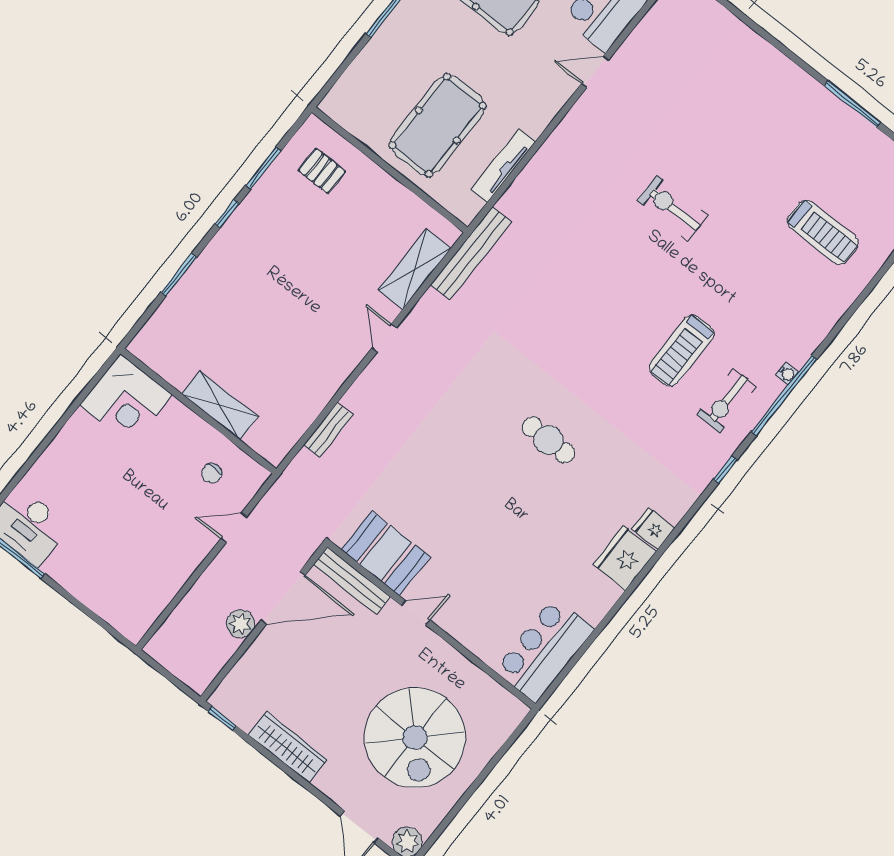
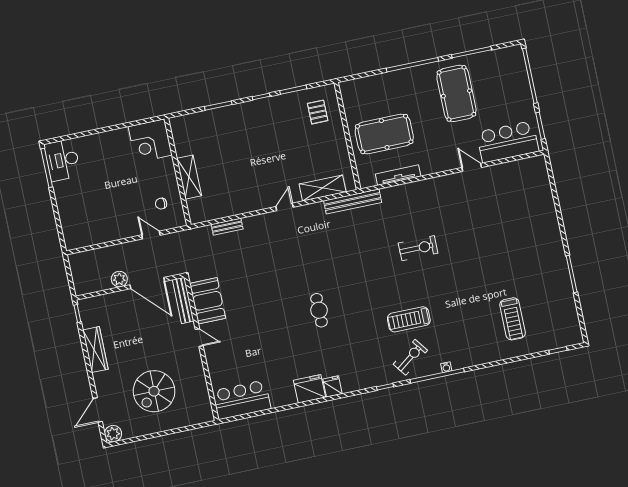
exercise bike: (673, 208) -> (418, 248), moved, turned 90
exercise bike: (727, 401) -> (410, 357), turned 143
spiral stairs: (415, 738) -> (154, 391), width x0.73, depth x0.73

